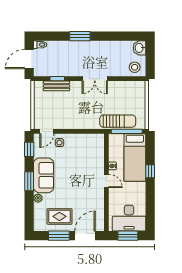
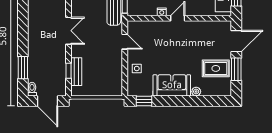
window: (80, 36) -> (23, 68), moved
door: (47, 131) -> (125, 42), moved
window: (29, 181) -> (178, 101), removed
rug: (59, 216) -> (216, 68), turned 90
door: (85, 236) -> (236, 41), swing flipped

